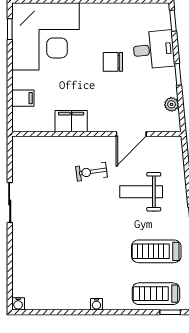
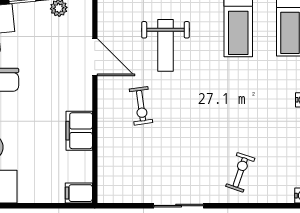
filing cabinet: (23, 98) -> (79, 193), moved, turned -90
exercise bike: (37, 253) -> (240, 172), added

